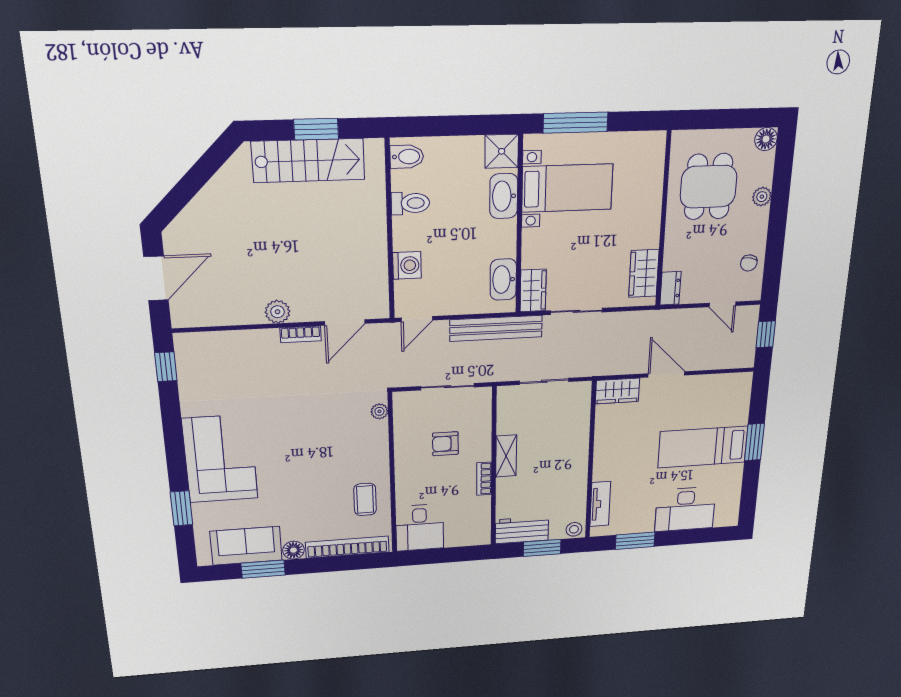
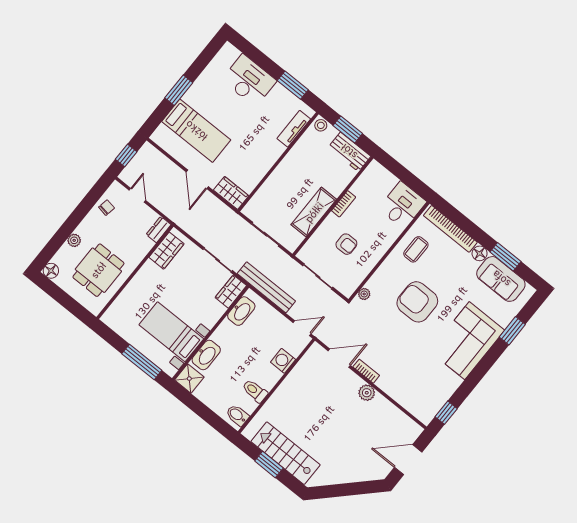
bed: (703, 447) -> (196, 131), moved
armchair: (313, 451) -> (417, 302), added
shelving: (506, 456) -> (314, 212), width x1.50, depth x1.33

